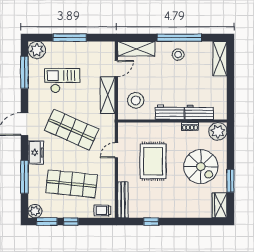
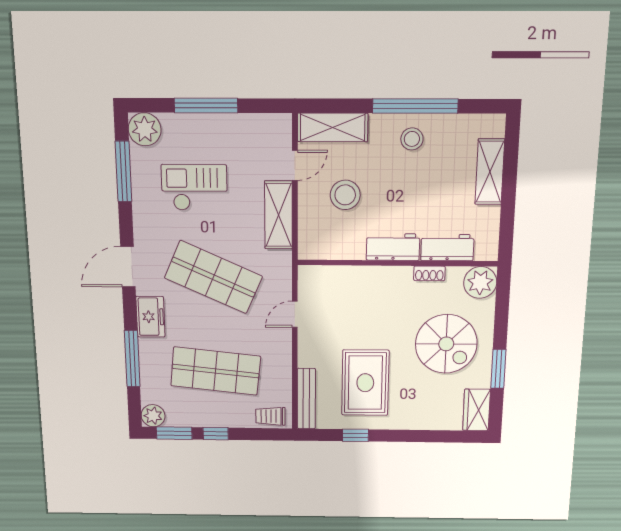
shelving: (220, 59) -> (490, 172), moved
stool: (136, 100) -> (345, 195), moved
rug: (153, 161) -> (365, 383), moved

